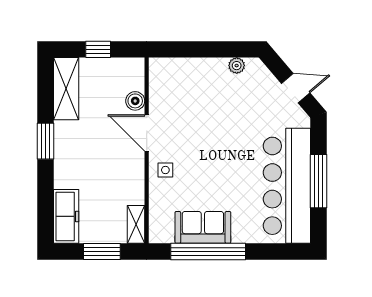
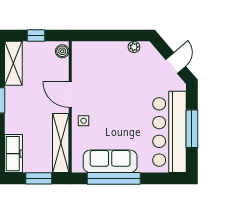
door: (296, 88) -> (176, 63), hinge flipped
boiler: (135, 101) -> (62, 51), moved
shelving: (136, 224) -> (61, 143), width x2.20, depth x1.33
sofa: (203, 227) -> (110, 161), width x1.36

